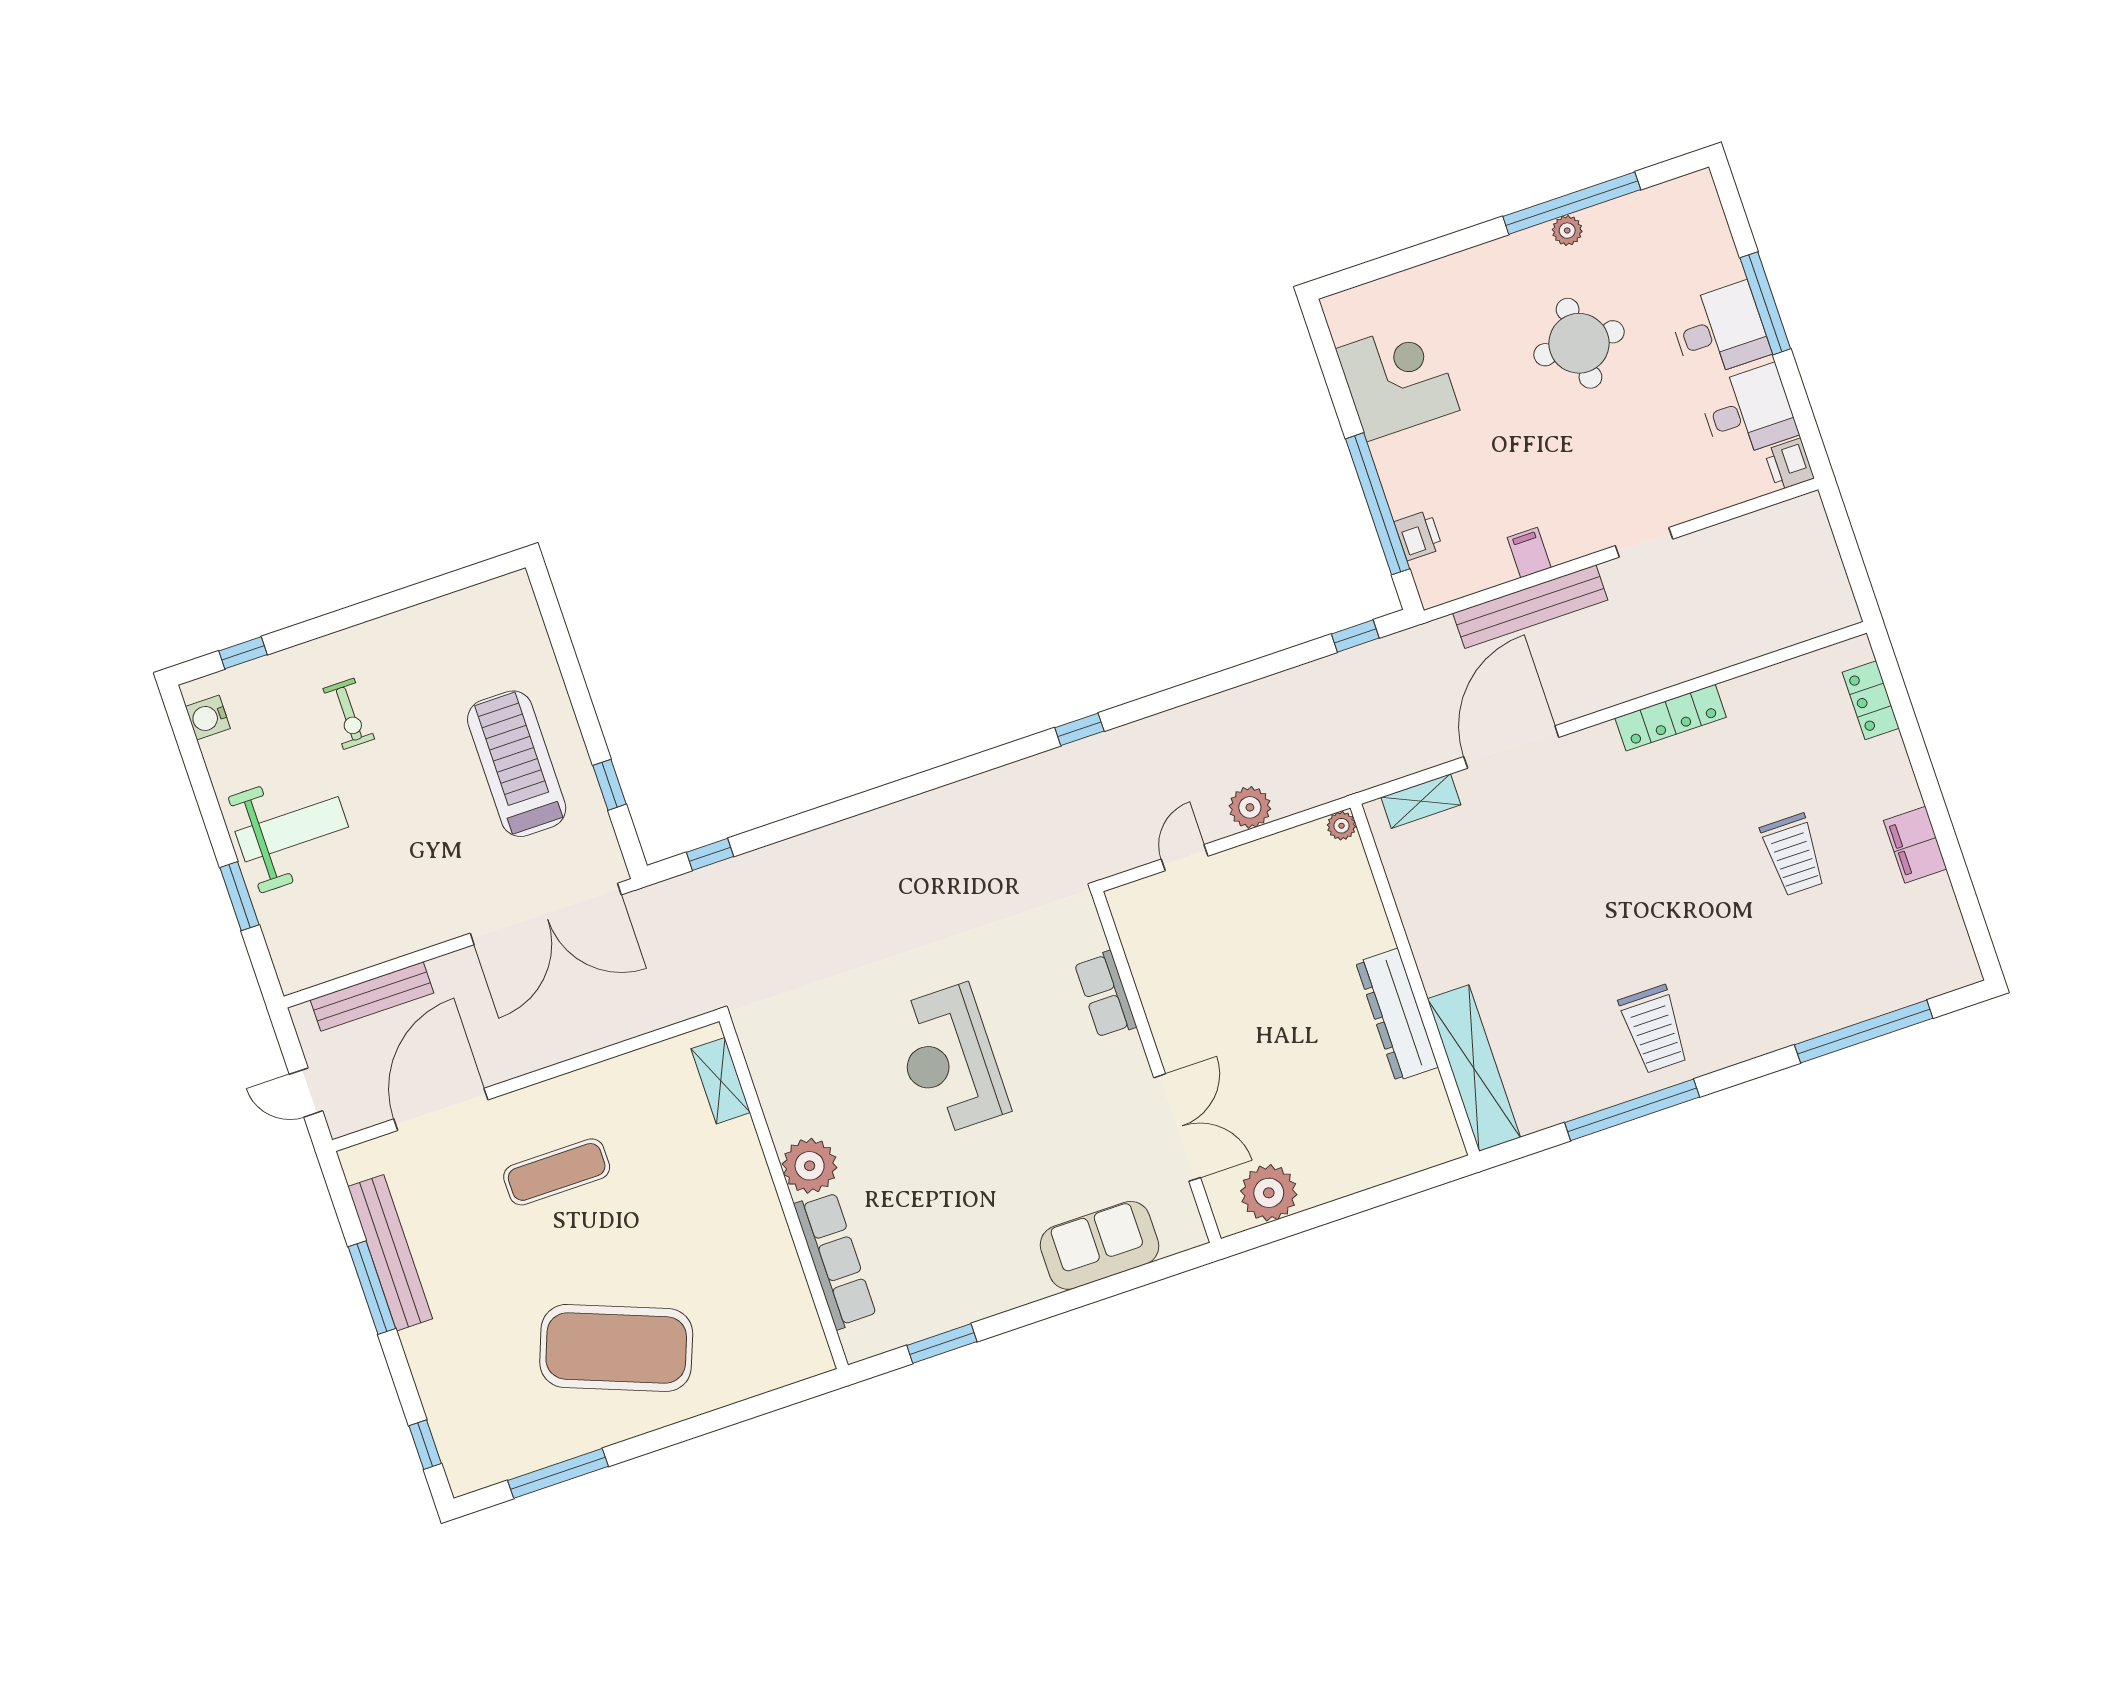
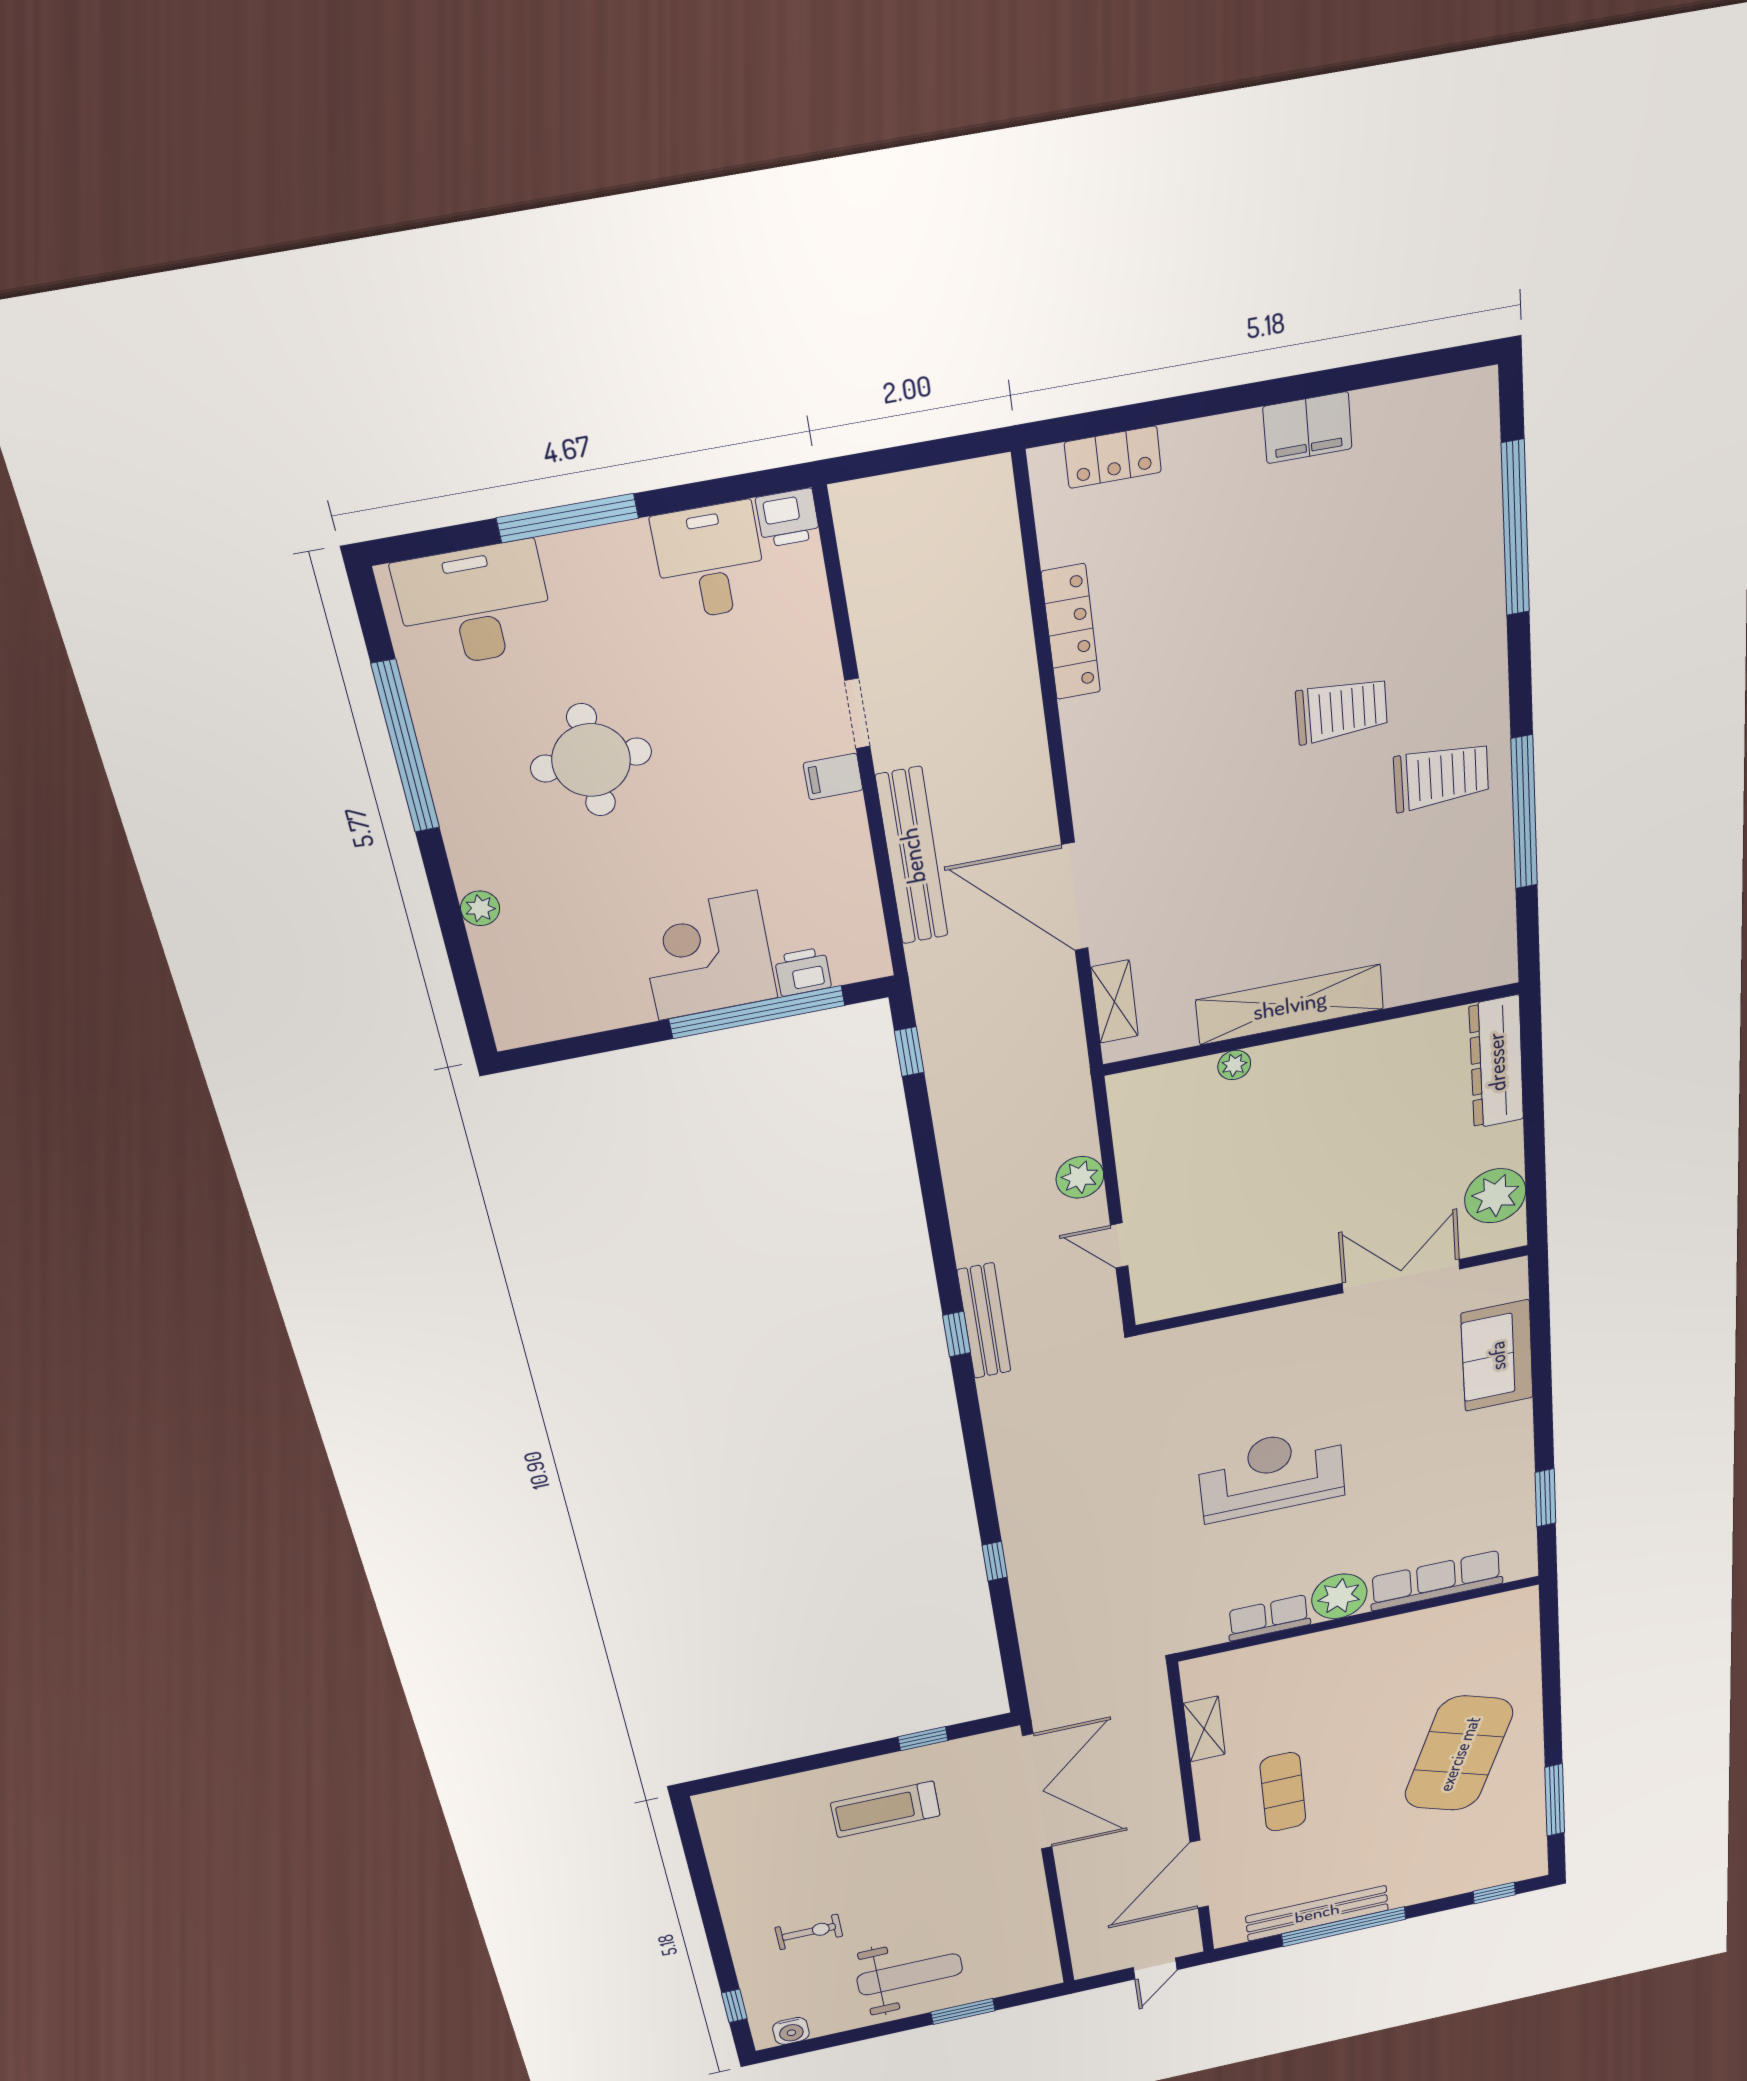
plant: (1567, 231) -> (480, 908), moved
desk: (1720, 330) -> (474, 605), moved, width x1.37
corner desk: (1398, 379) -> (708, 956), moved
filing cabinet: (1529, 553) -> (833, 777), moved
locker: (1671, 718) -> (1071, 632), moved
treadmill: (517, 764) -> (885, 1809), width x0.73, depth x0.73
plant: (1341, 826) -> (1234, 1065), moved
weight bench: (292, 829) -> (910, 1974), turned 90
window: (710, 854) -> (995, 1561), moved
trolley: (1793, 855) -> (1342, 710), moved
row of seats: (1105, 995) -> (1269, 1618), moved, turned 180
bench: (372, 996) -> (984, 1321), moved
dresser: (1397, 1015) -> (1496, 1062), moved, turned 90
reception desk: (949, 1060) -> (1271, 1474), turned 180
shelving: (1474, 1068) -> (1290, 1005), moved
shelving: (721, 1081) -> (1204, 1729), moved, turned 90
door: (441, 1109) -> (1199, 1874), hinge flipped
window: (372, 1288) -> (1344, 1927), width x1.46

